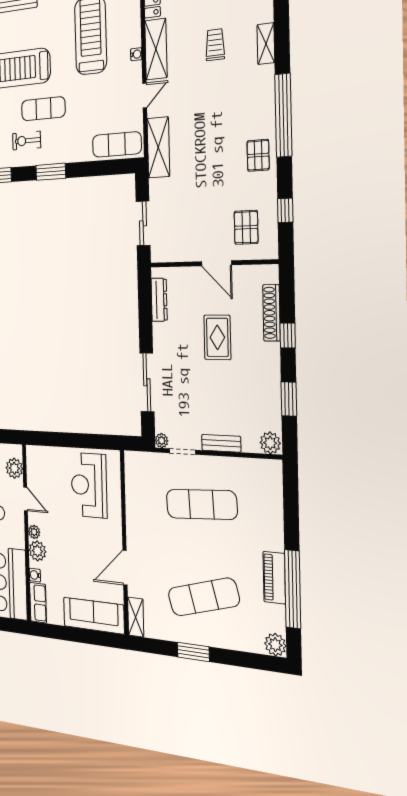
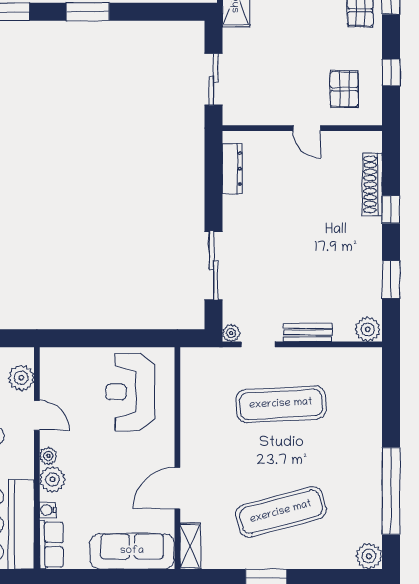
door: (216, 263) -> (307, 128), width x0.73
rug: (217, 337) -> (306, 212), removed
piano: (274, 578) -> (369, 480), removed

